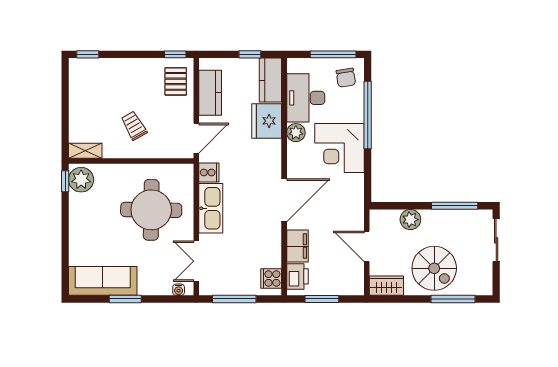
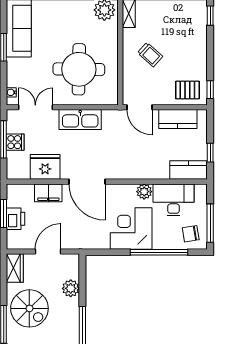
fridge: (267, 121) -> (45, 167), moved
trolley: (134, 126) -> (150, 55), turned 72
cooker: (209, 172) -> (110, 118), removed
spiral stairs: (434, 268) -> (29, 308), turned -90
printer: (297, 276) -> (15, 219), moved, turned -90
cooker: (271, 278) -> (15, 142), moved, turned 90

